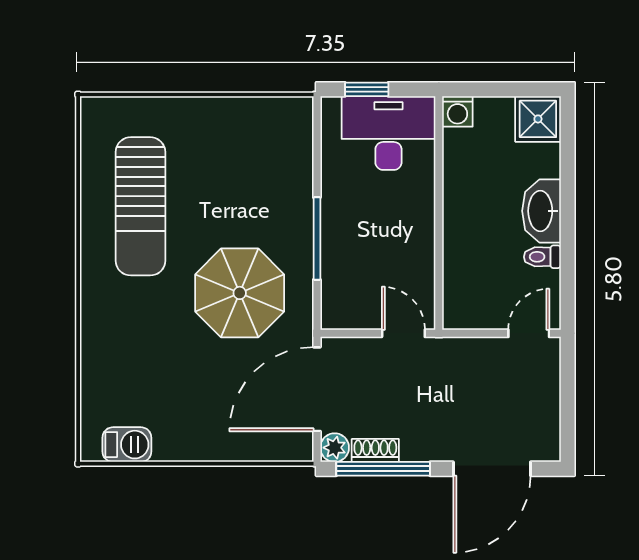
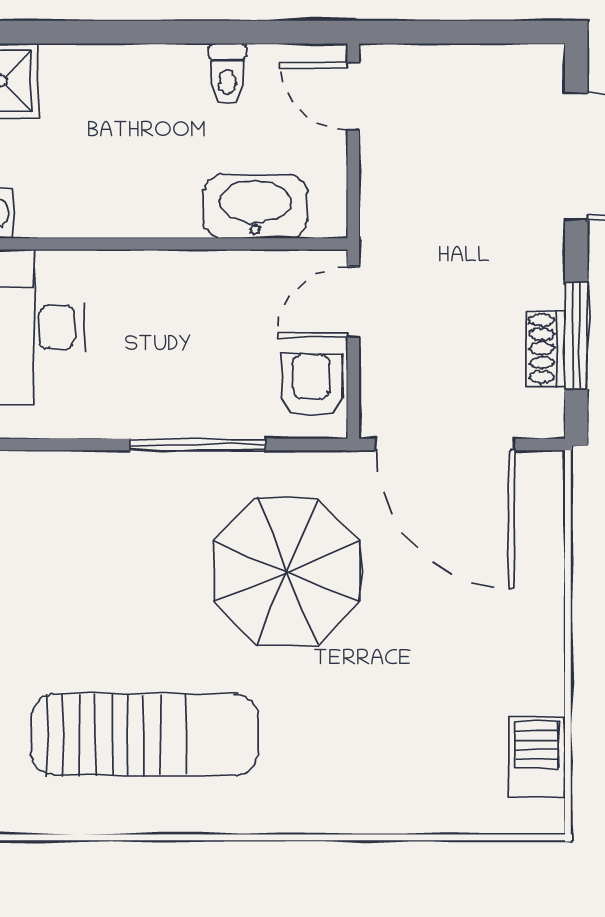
washbasin: (541, 211) -> (255, 206), moved, turned 180
armchair: (353, 308) -> (311, 385), added
plant: (335, 448) -> (541, 415), removed
window: (383, 469) -> (576, 336), width x0.69

